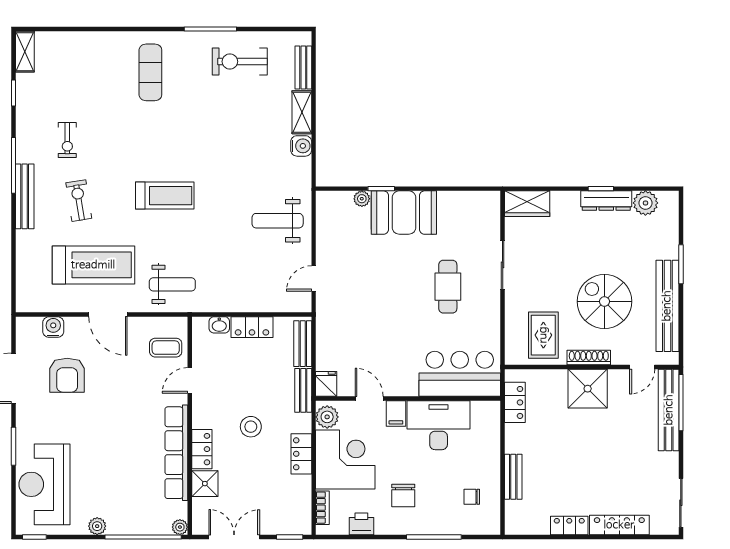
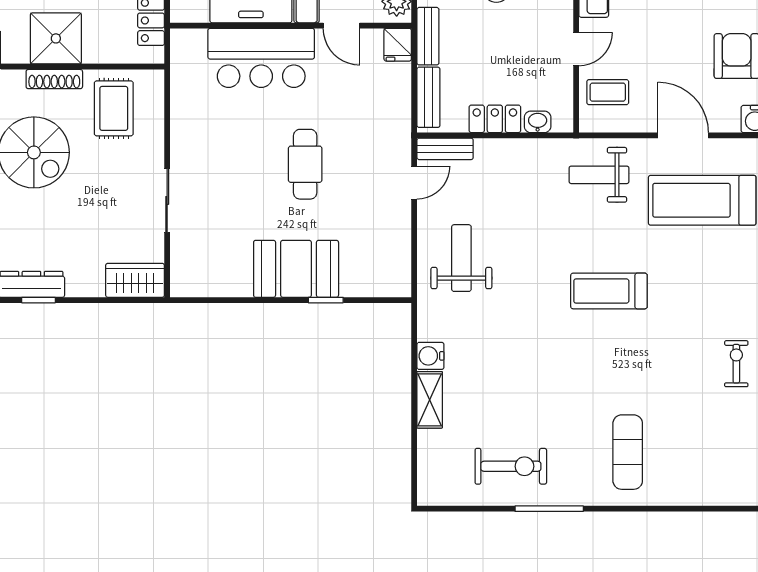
bench: (303, 67) -> (445, 149), moved, turned 90
plant: (362, 199) -> (351, 287), removed
exercise bike: (79, 201) -> (721, 284), removed
weight bench: (278, 221) -> (461, 258), turned -90
cafe table: (448, 287) -> (305, 164), moved
bar counter: (460, 374) -> (261, 58), moved

